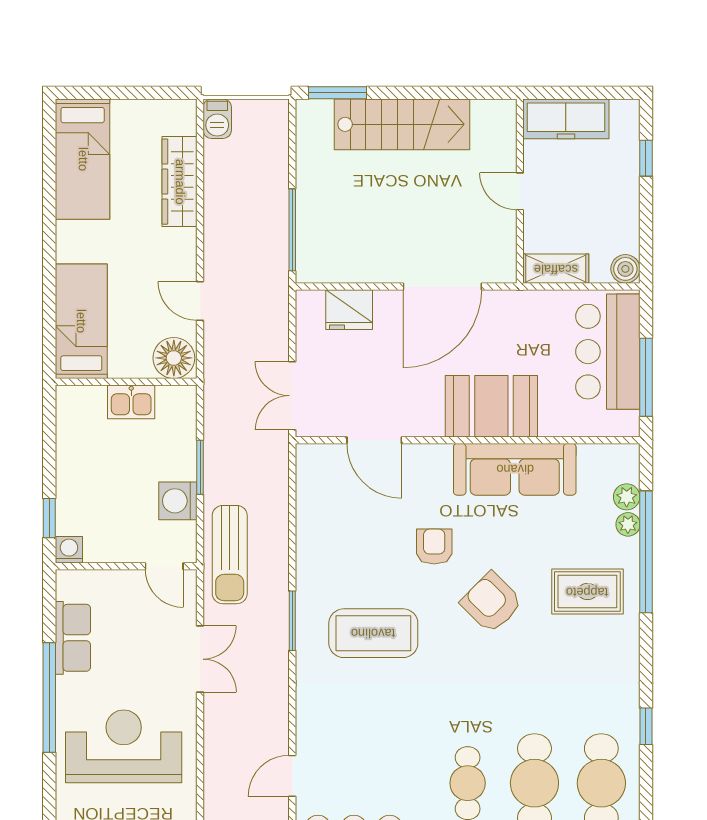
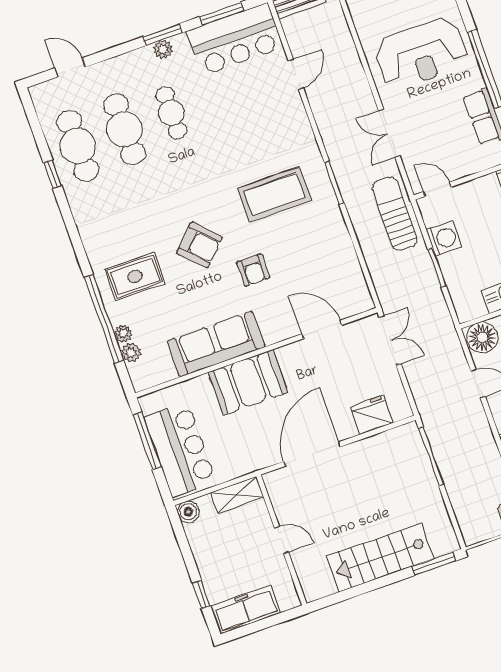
freezer: (566, 119) -> (246, 610), moved
window: (646, 726) -> (53, 174), moved

